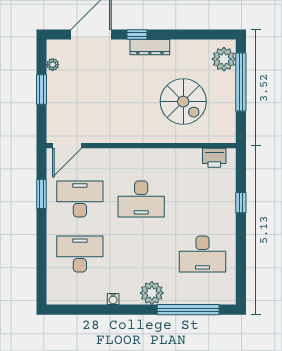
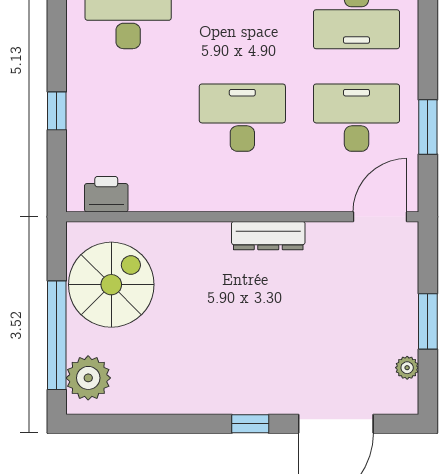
dresser: (150, 47) -> (268, 236), moved, turned 180
spiral stairs: (183, 102) -> (111, 285), moved, turned 90
desk: (80, 199) -> (356, 118), turned 180

